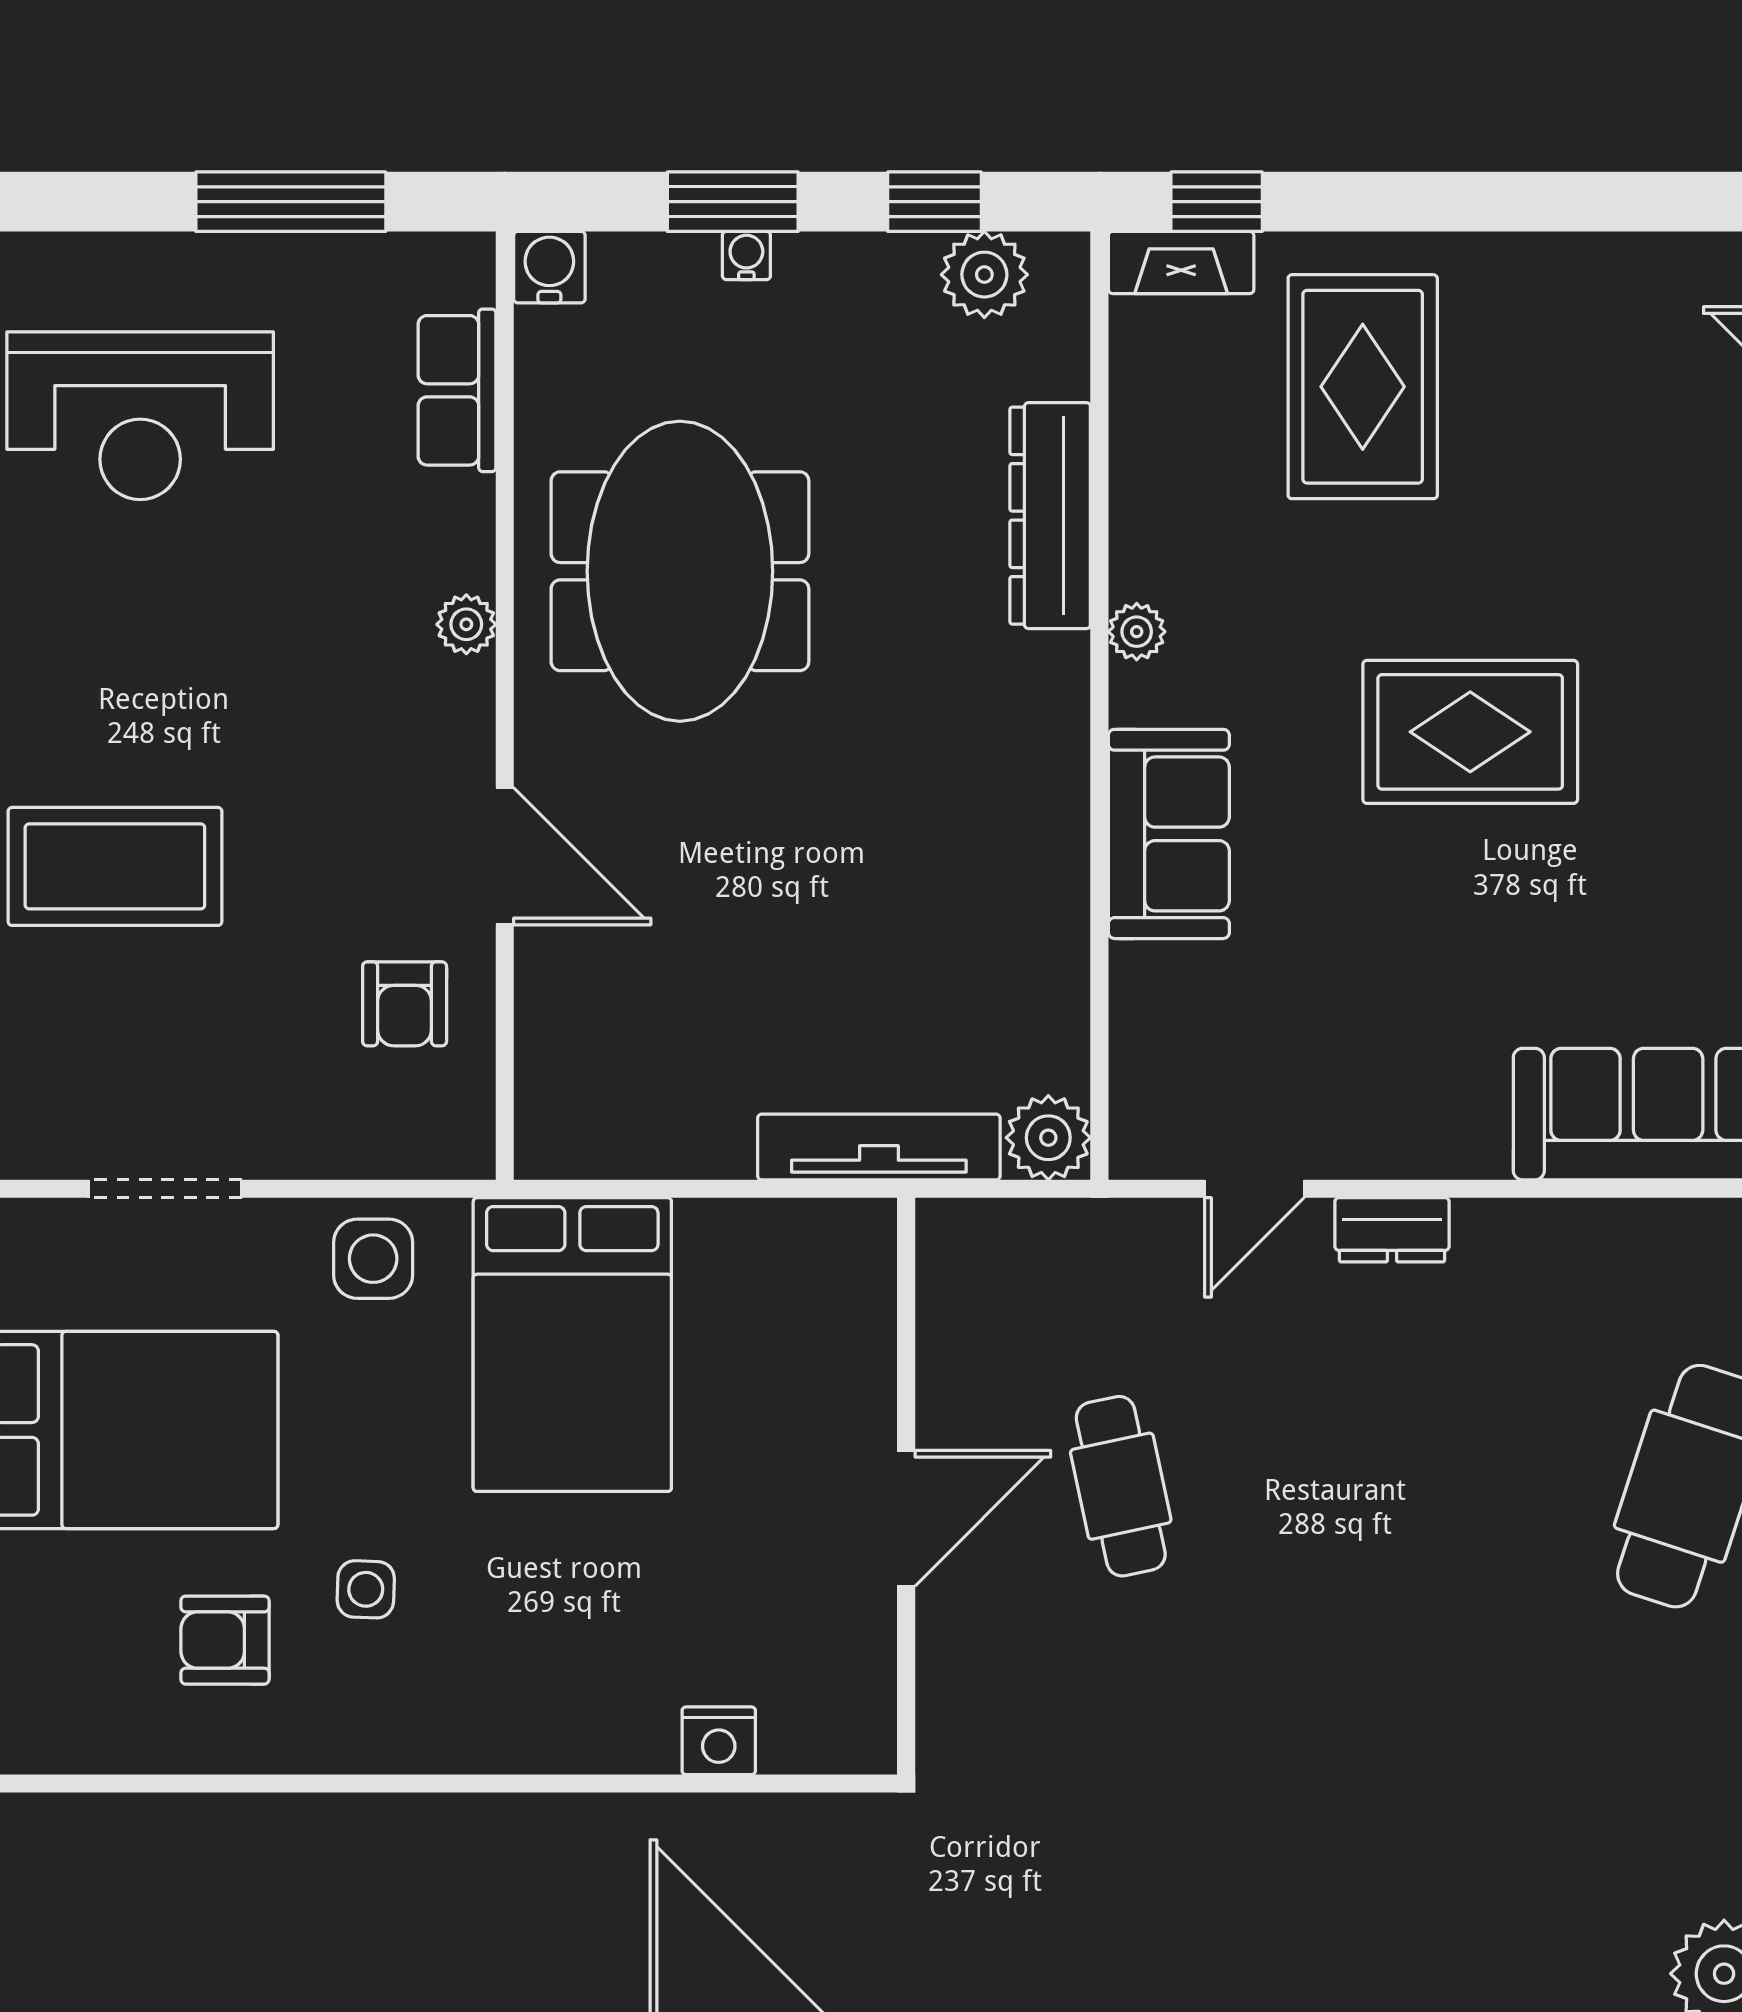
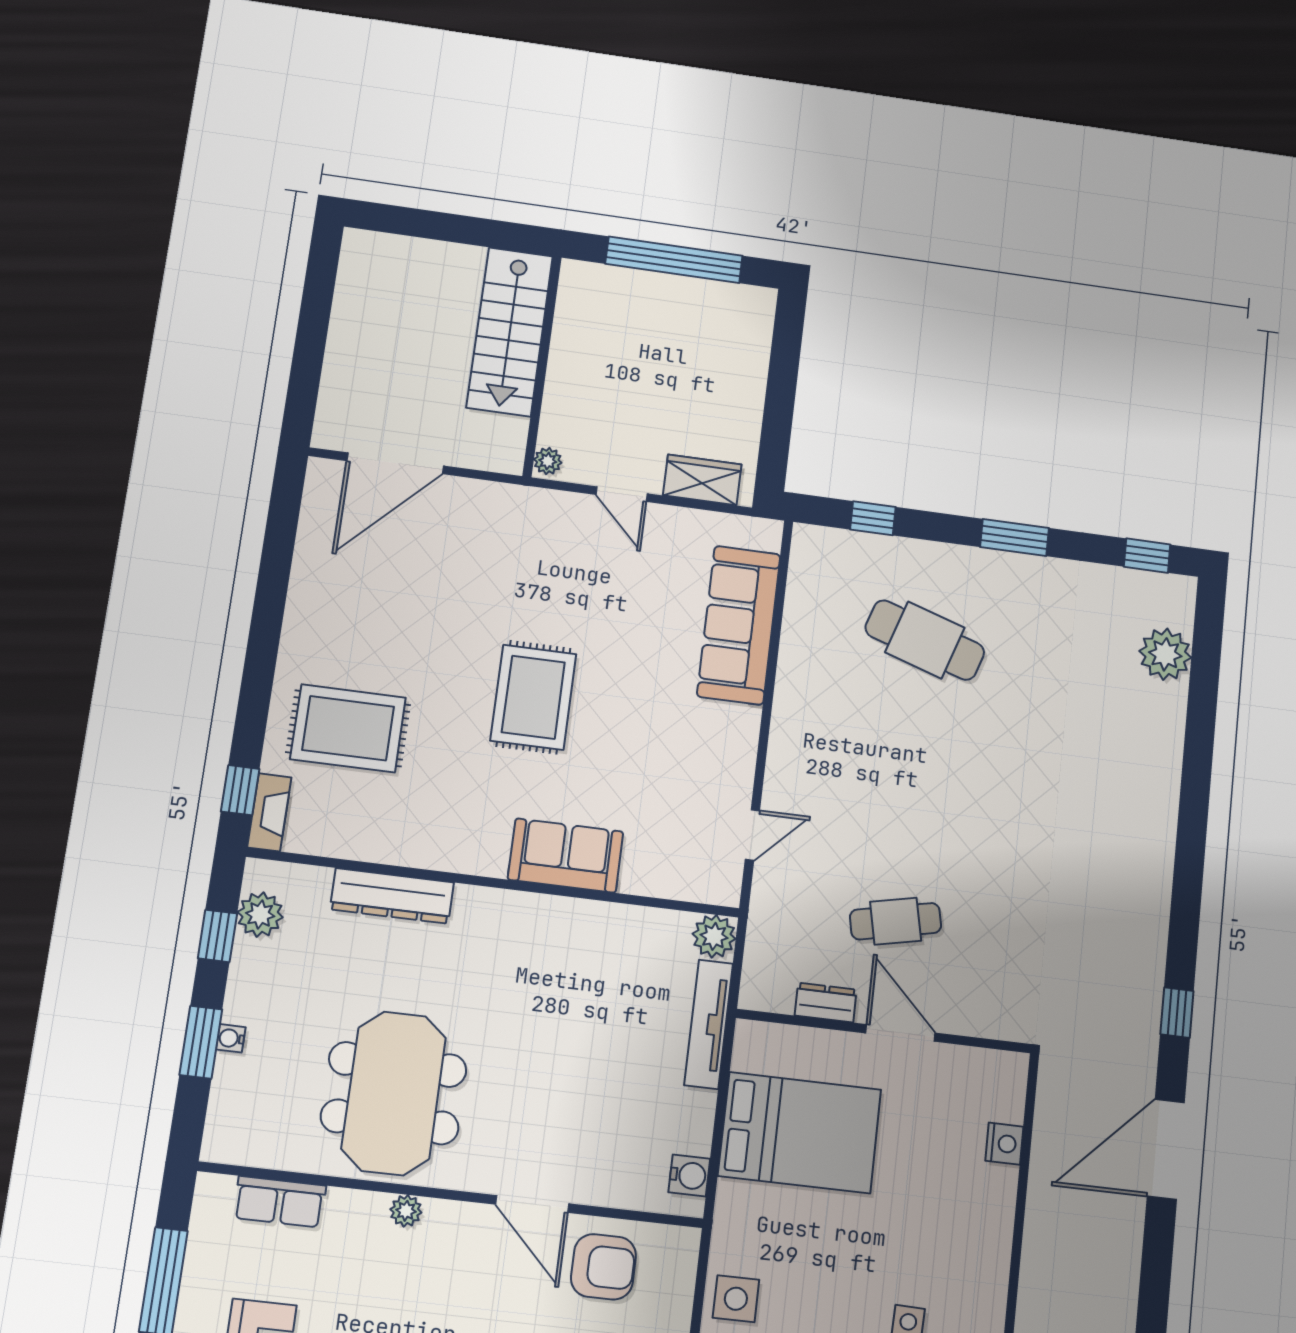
water cooler: (549, 267) -> (689, 1176), moved, turned 180
meeting table: (680, 571) -> (394, 1093), turned 90
plant: (1137, 632) -> (459, 859), removed
door: (505, 856) -> (532, 1204), swing flipped
armchair: (405, 1004) -> (603, 1267), width x1.38, depth x1.38
door: (1254, 1189) -> (752, 835), hinge flipped
dresser: (1392, 1230) -> (826, 1003), moved, turned -90
bed: (572, 1345) -> (800, 1133), moved

